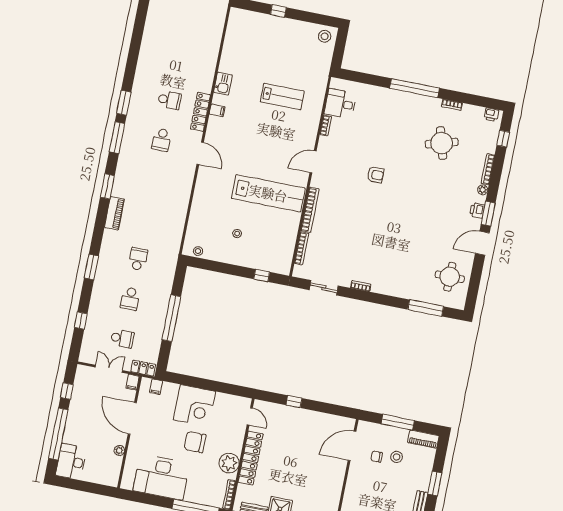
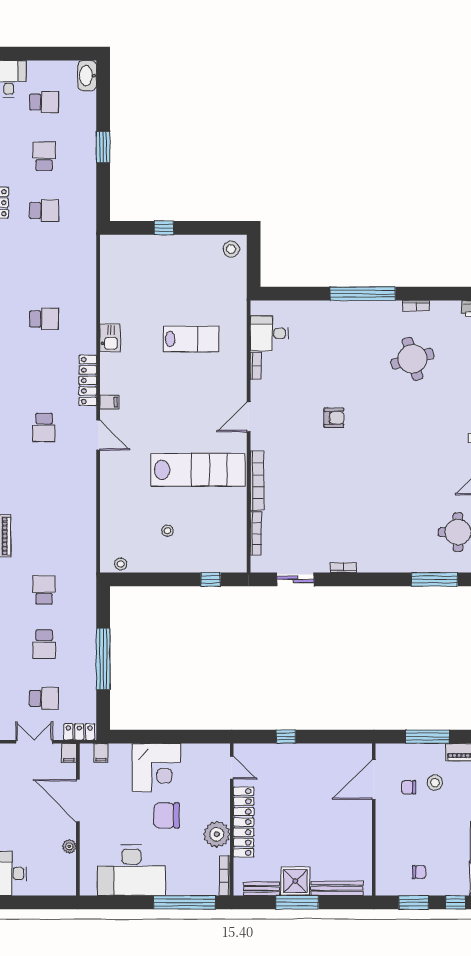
school desk: (169, 100) -> (44, 319), moved
filing cabinet: (217, 110) -> (109, 402), moved

